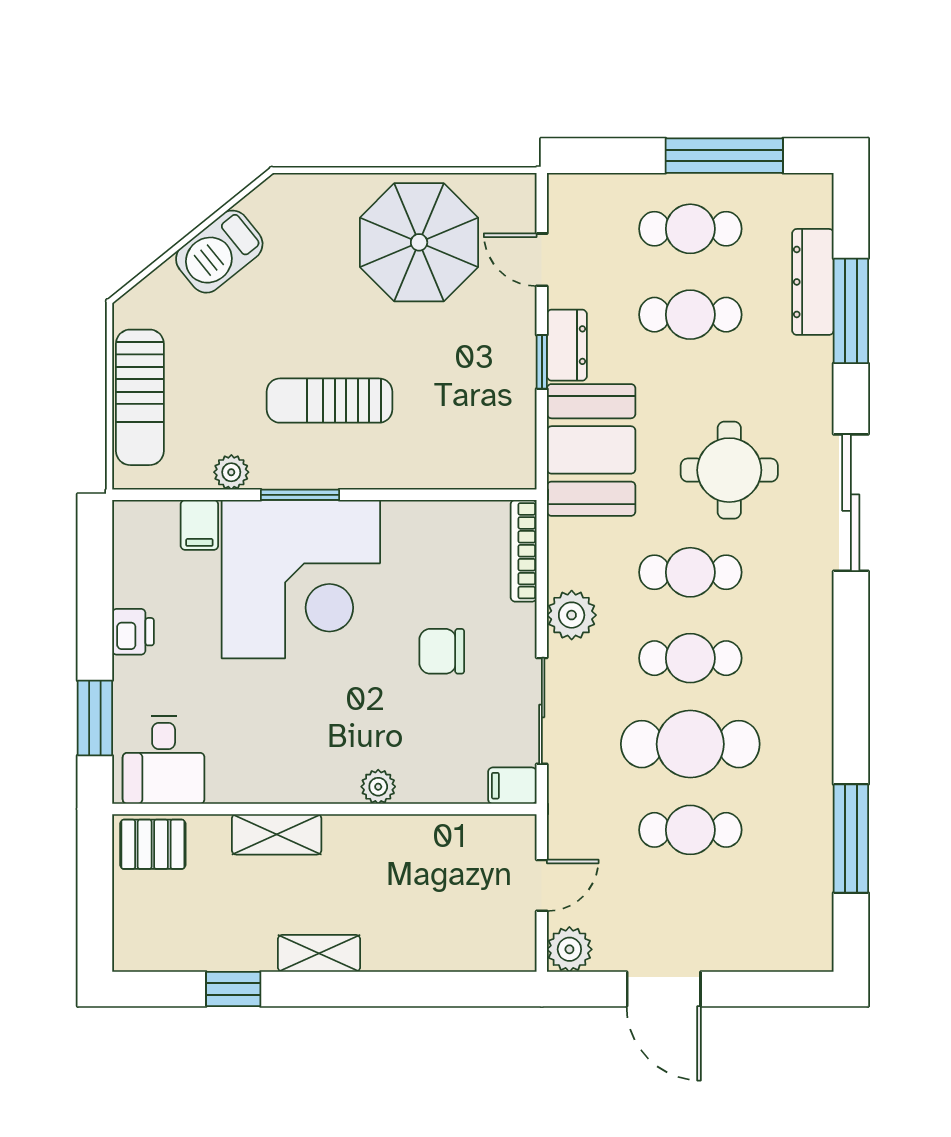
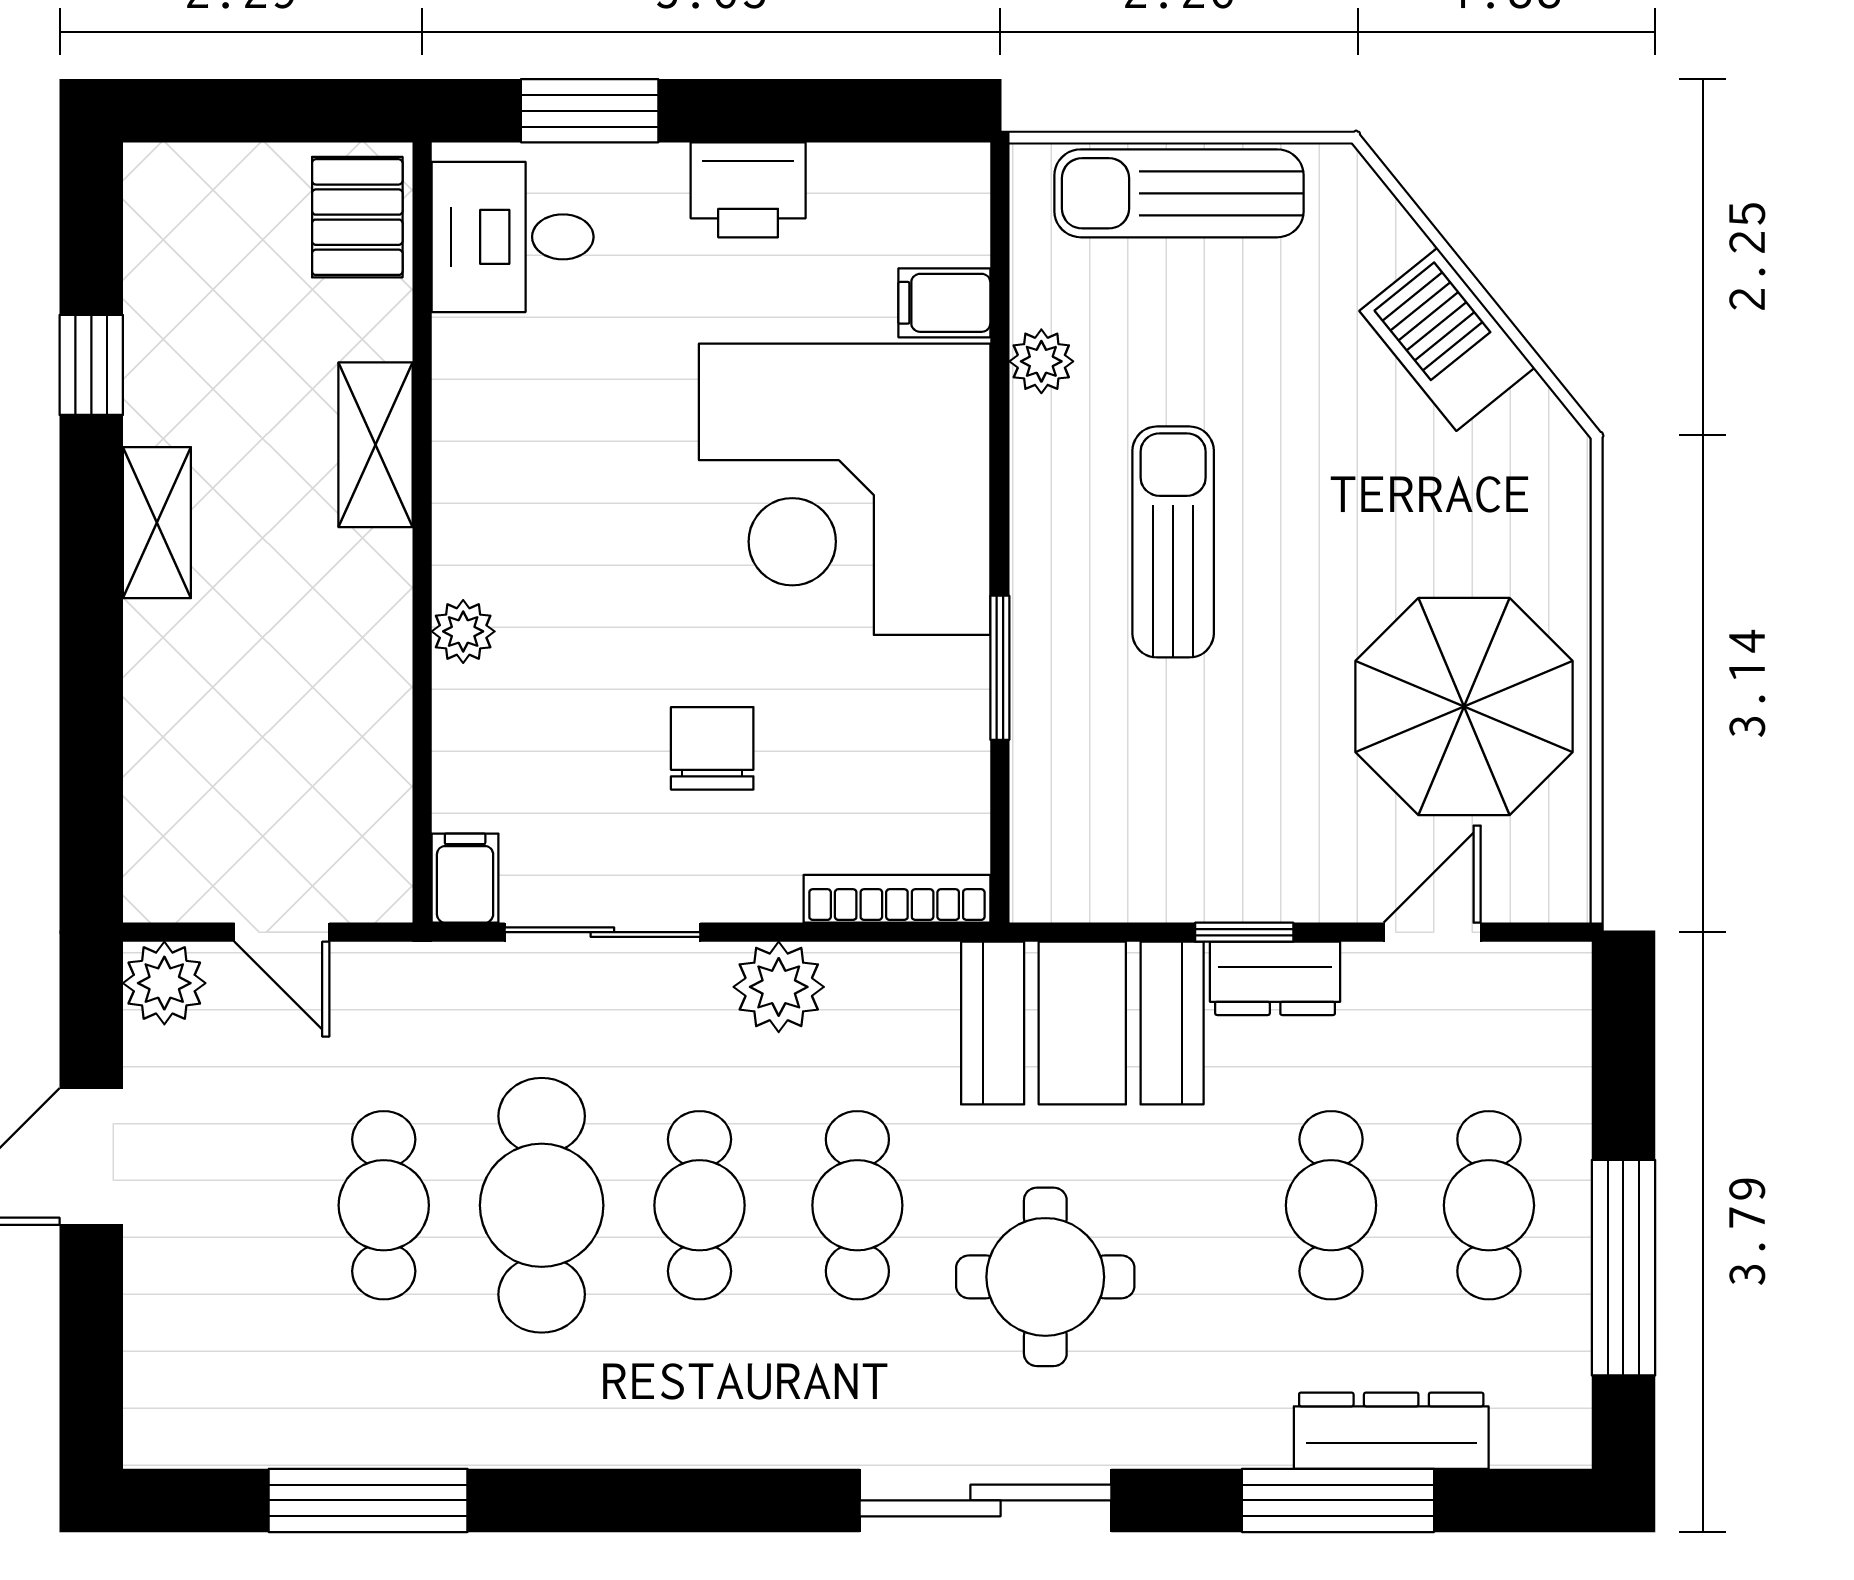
window: (300, 495) -> (1000, 668), moved
printer: (133, 632) -> (748, 190), width x1.36, depth x1.24

